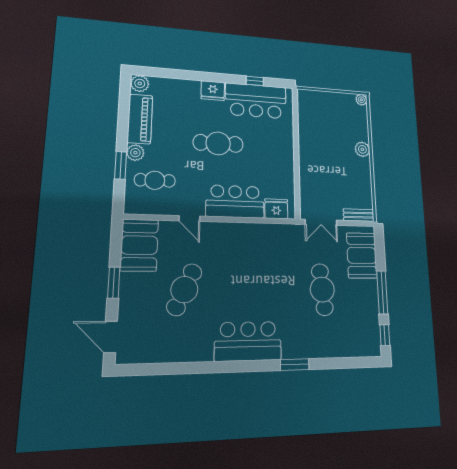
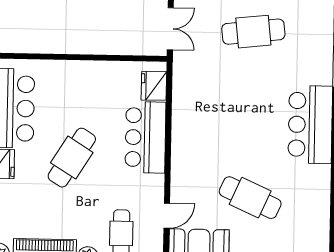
cafe table: (218, 143) -> (72, 158), turned 32
door: (189, 219) -> (167, 216), moved

